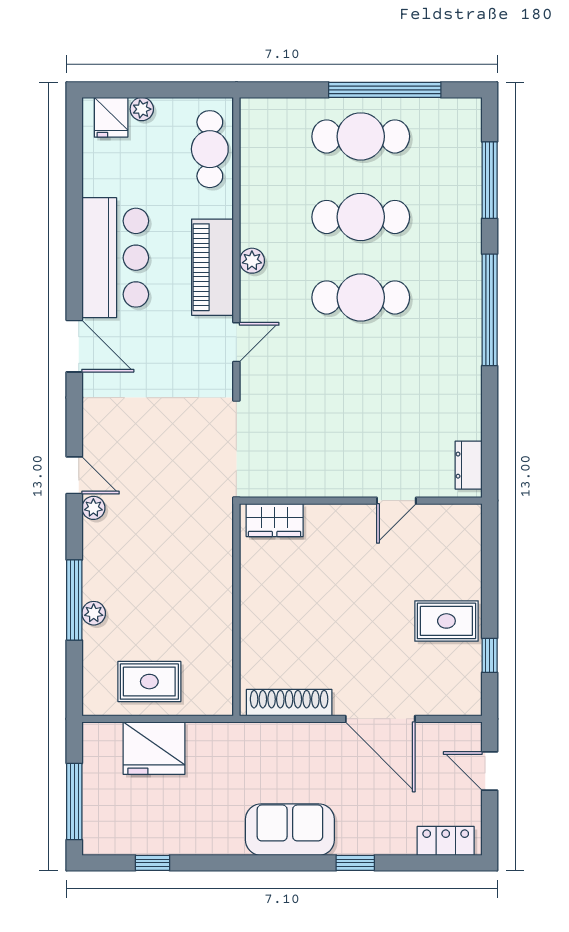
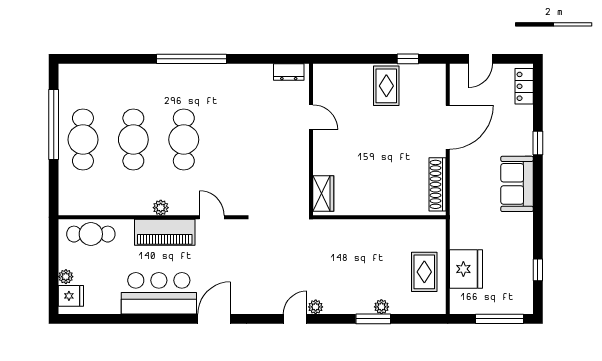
window: (490, 180) -> (110, 59), removed
window: (74, 600) -> (373, 319), width x0.69

